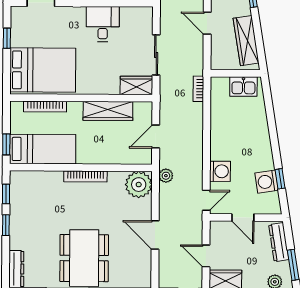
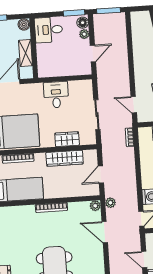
door: (207, 23) -> (134, 105), moved
wardrobe: (136, 85) -> (67, 139), moved
plant: (139, 185) -> (95, 206), width x0.53, depth x0.53
door: (155, 235) -> (105, 232), moved

